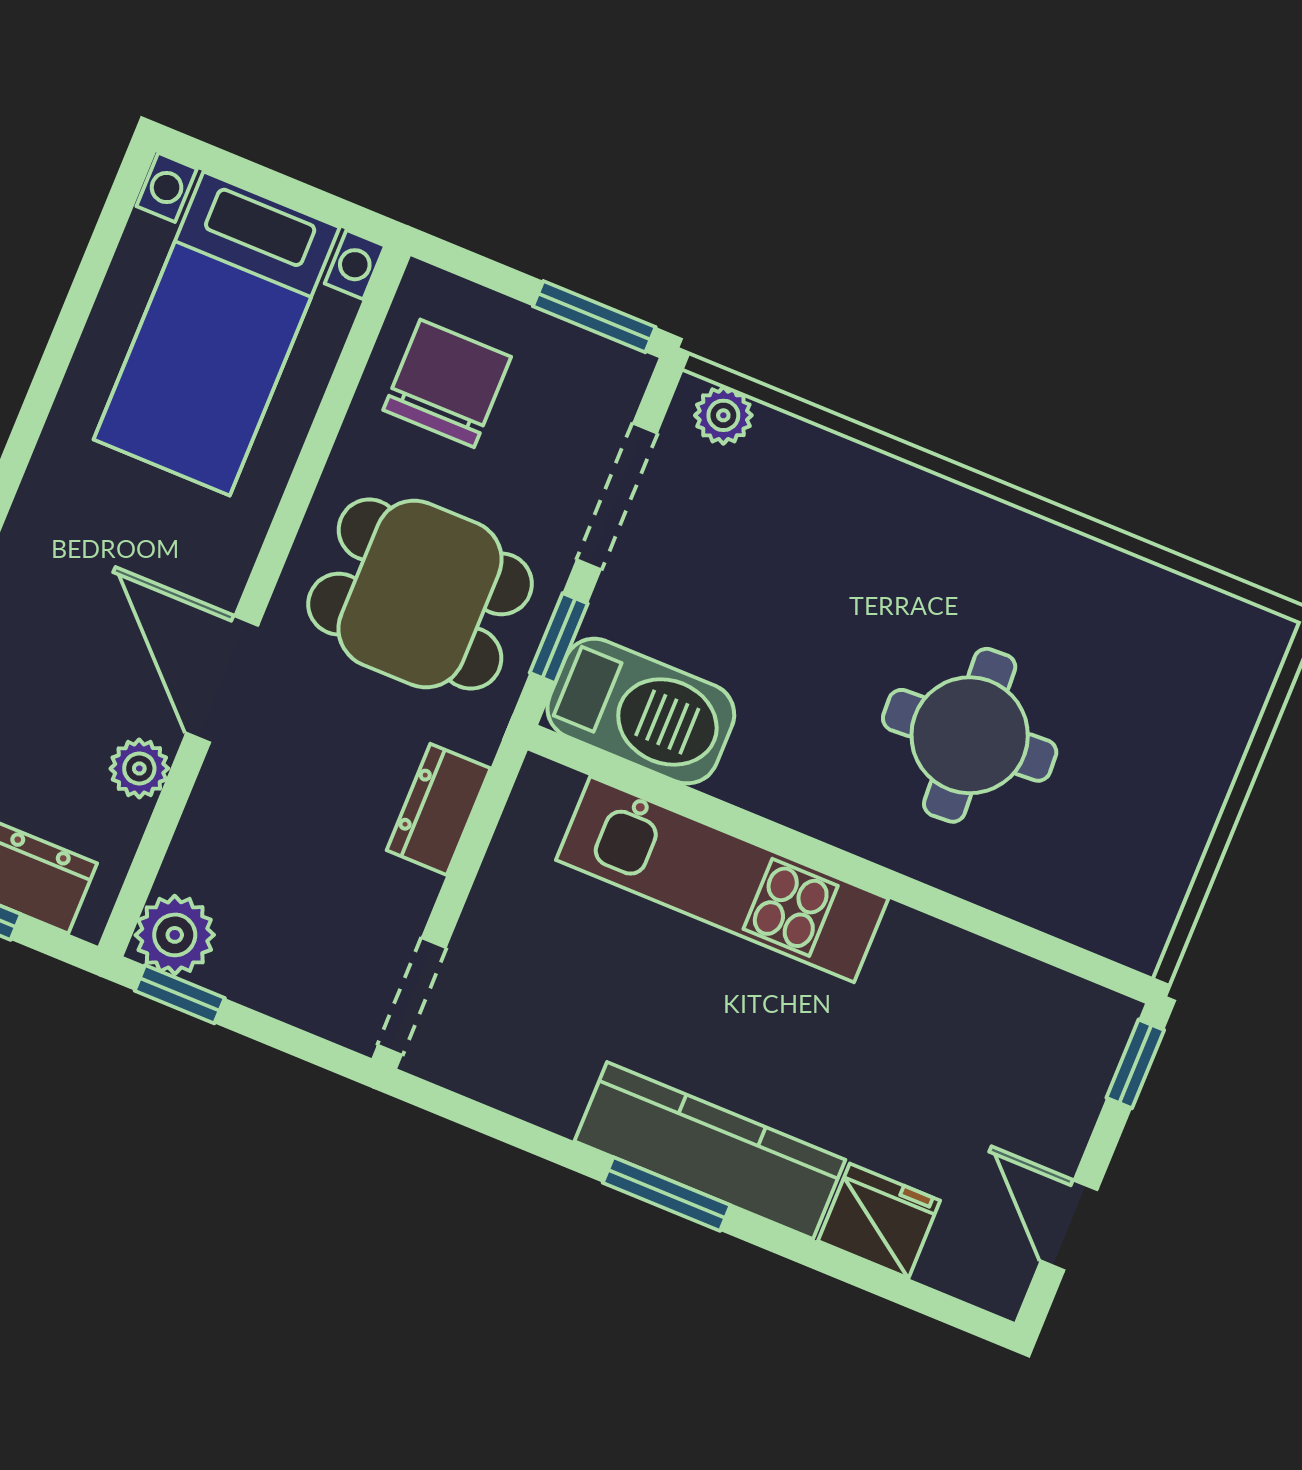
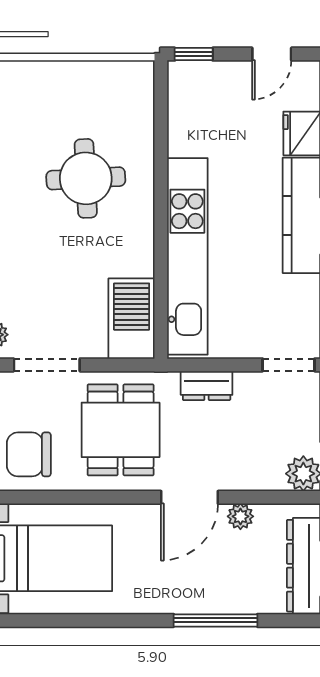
window: (559, 638) -> (115, 365), removed
kitchen unit: (722, 879) -> (187, 256), width x1.36

